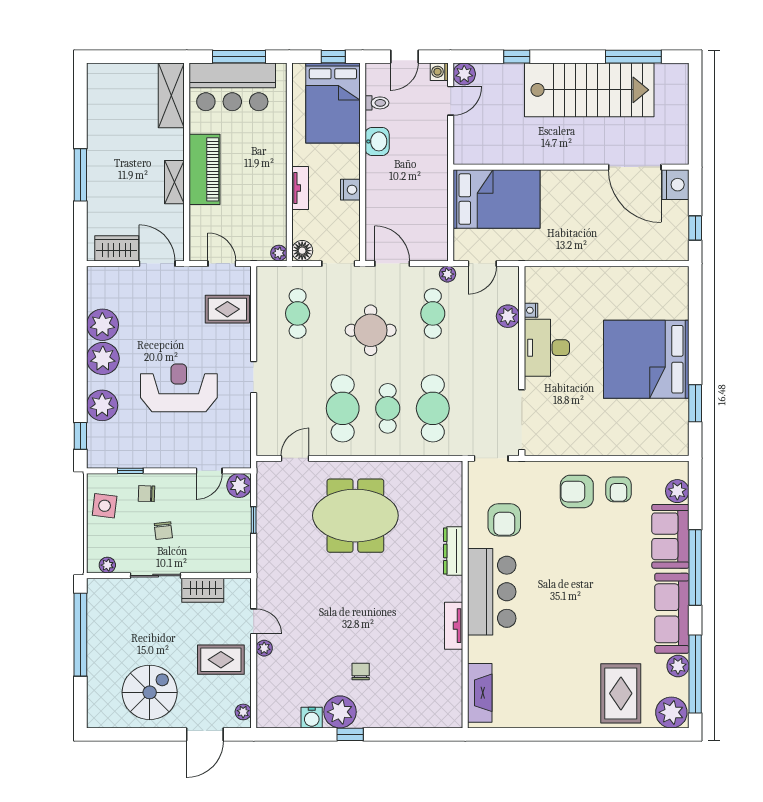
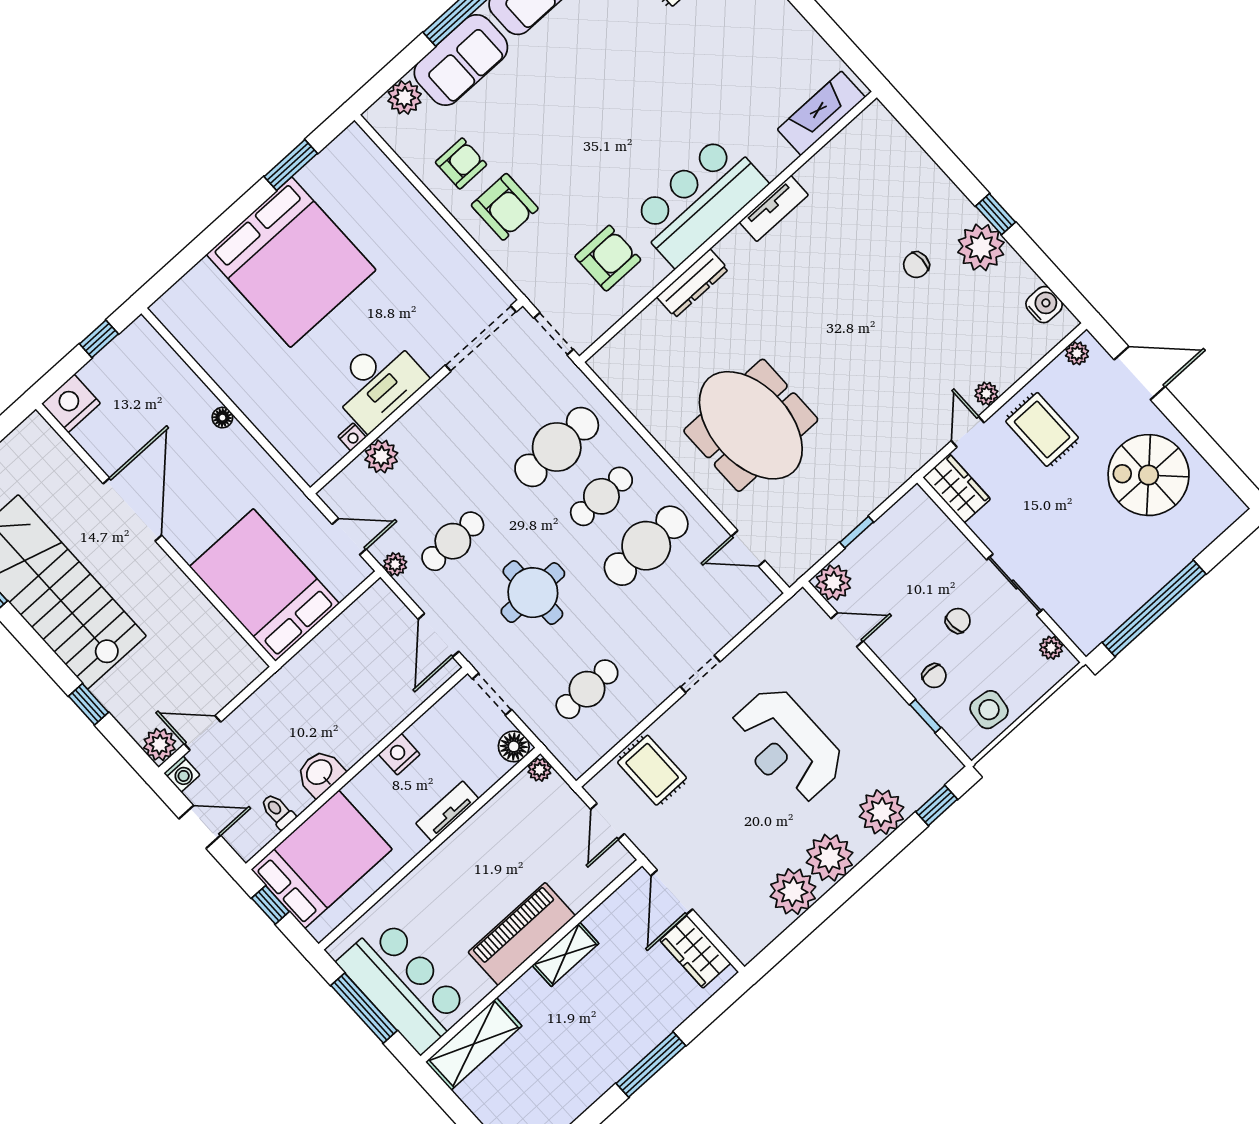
door: (635, 167) -> (132, 509), moved
floor lamp: (600, 254) -> (222, 418), added
wardrobe: (203, 590) -> (957, 488), moved
water cooler: (312, 718) -> (1044, 305), moved

